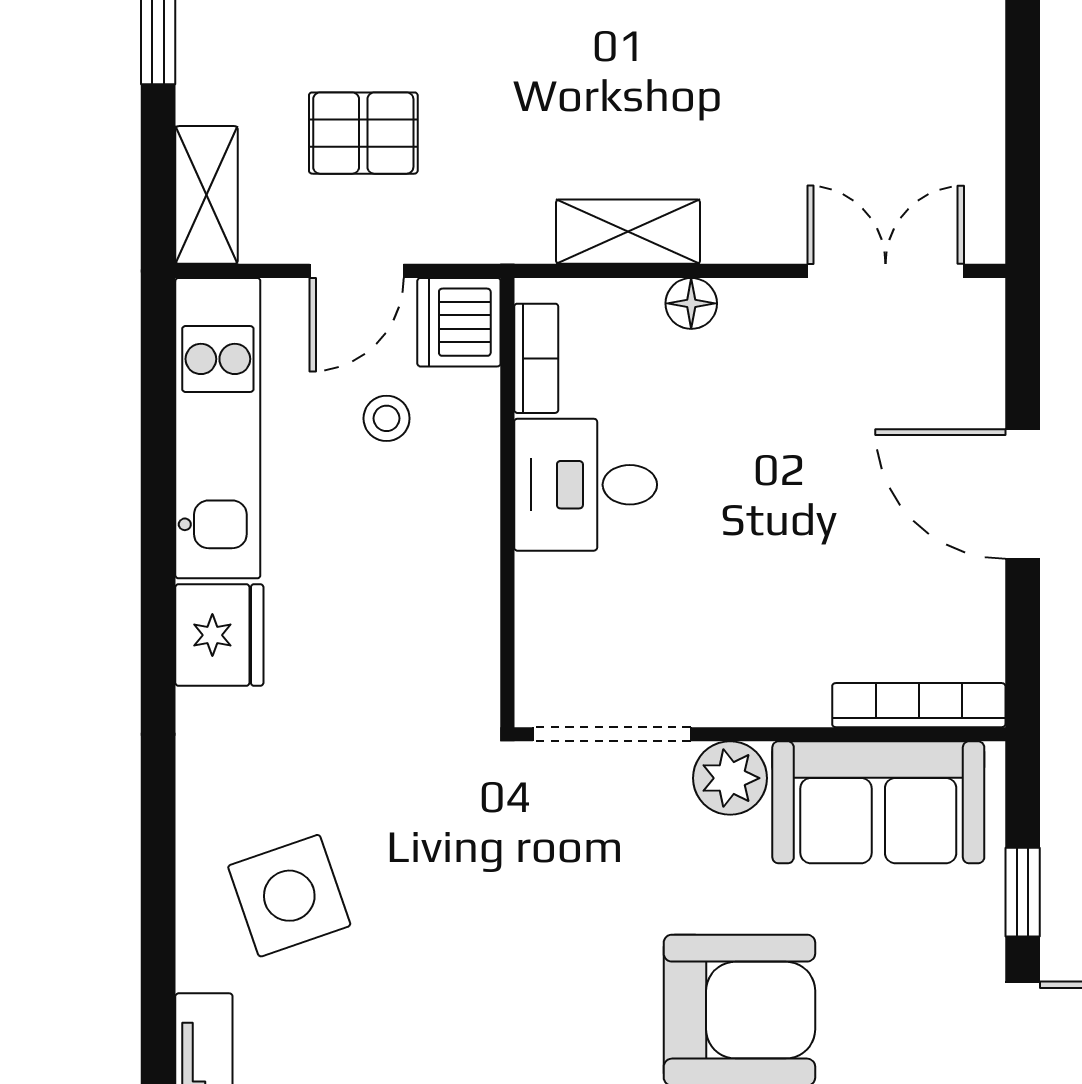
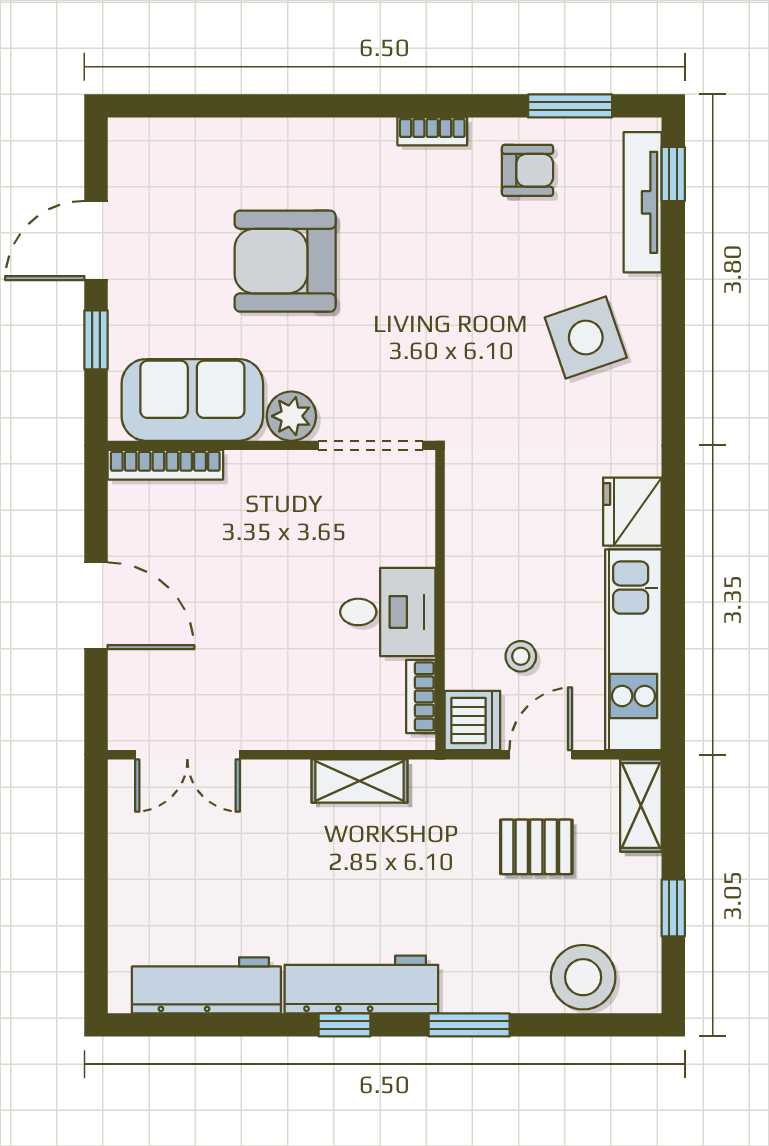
floor lamp: (691, 303) -> (317, 733), removed

